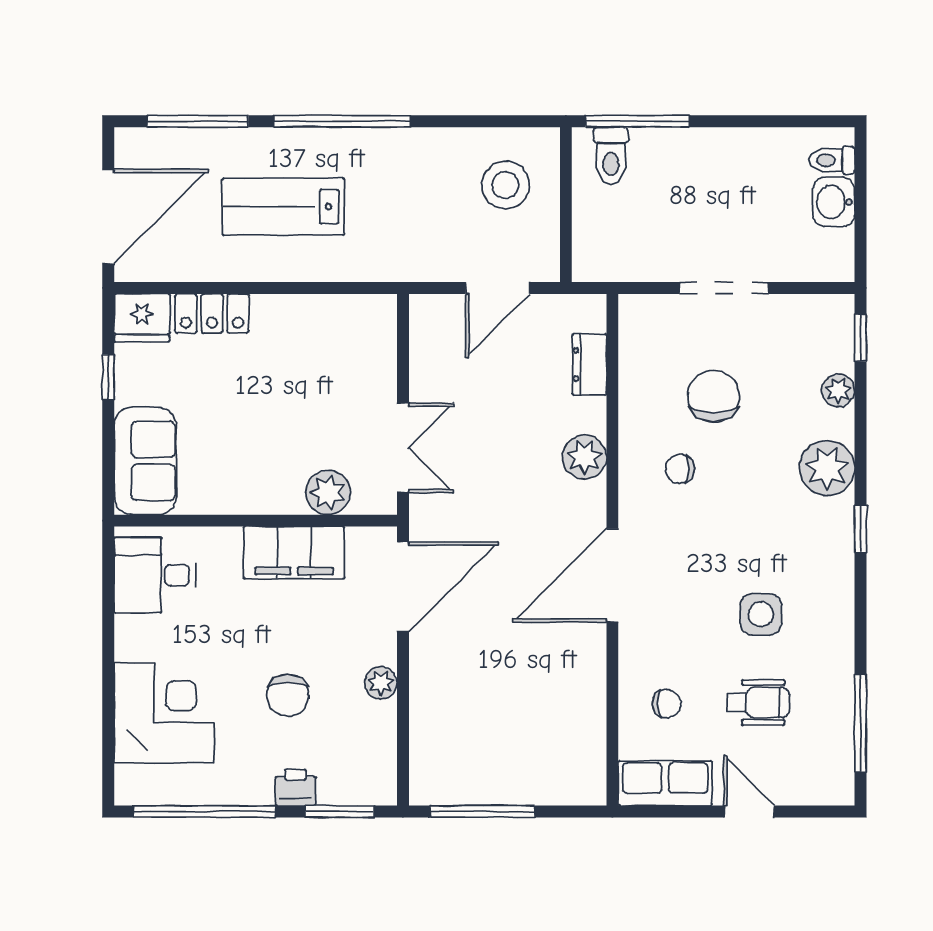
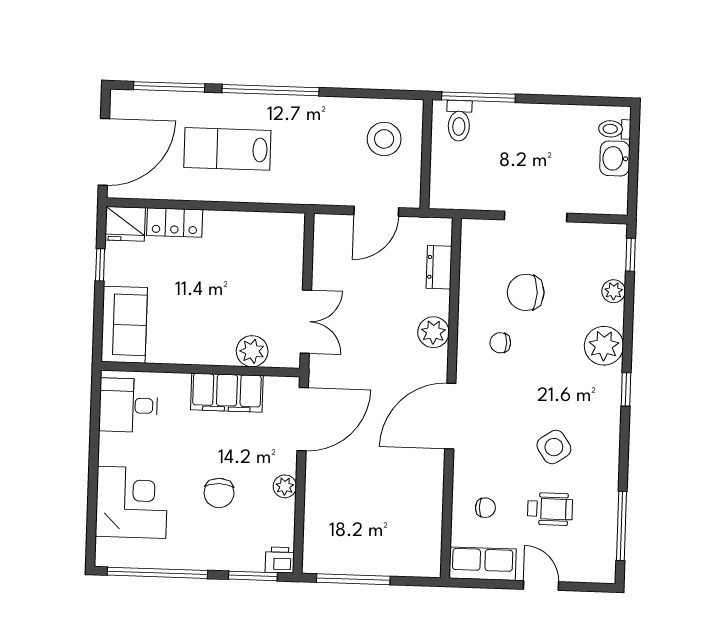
chair: (714, 396) -> (526, 292), turned -90
side table: (761, 614) -> (554, 447), turned -34
printer: (296, 787) -> (280, 560), moved

